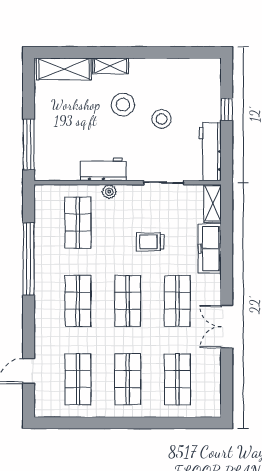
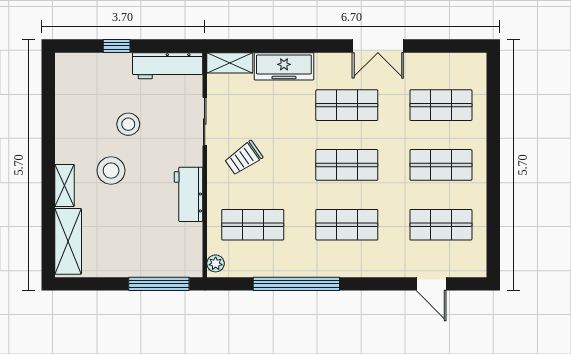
plant: (109, 192) -> (216, 263), moved
trolley: (150, 242) -> (244, 158), moved, turned 55

